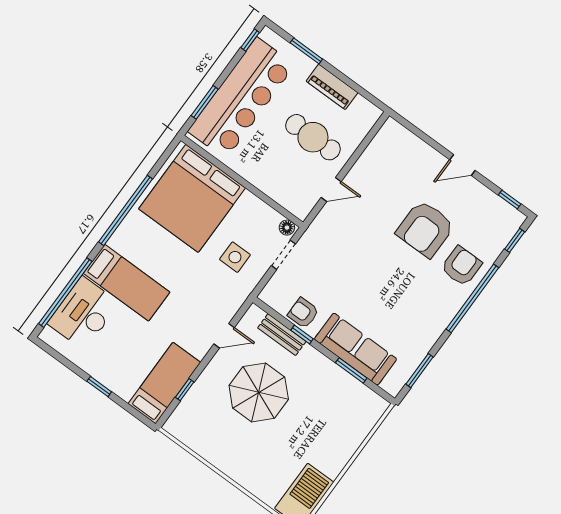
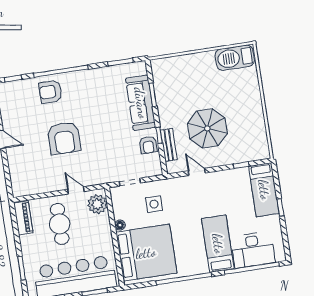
piano: (332, 87) -> (23, 218), moved
plant: (294, 198) -> (97, 204), added
floor lamp: (287, 228) -> (120, 225), moved
armchair: (425, 229) -> (64, 138), moved, turned 90
bed: (164, 383) -> (264, 190), moved, turned -90

